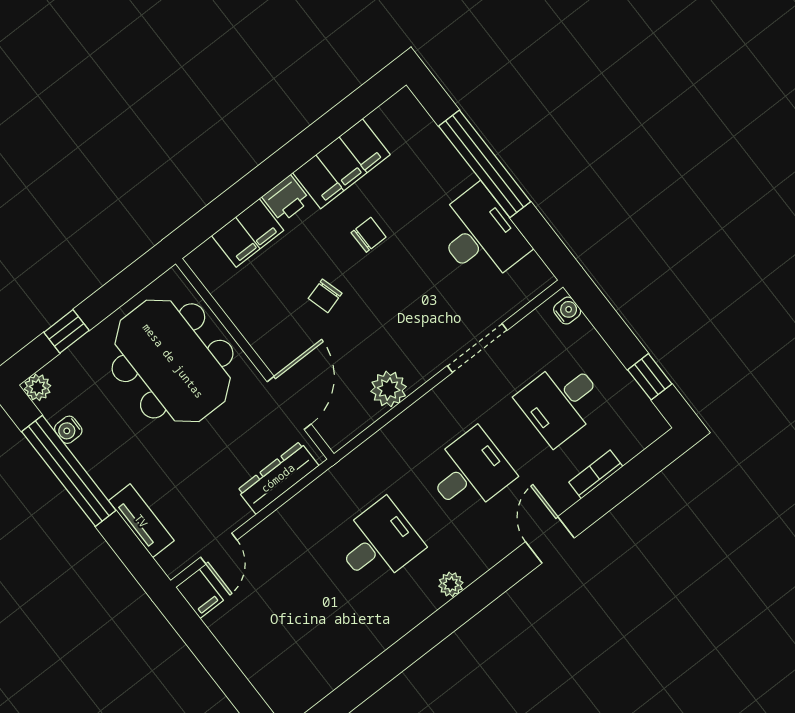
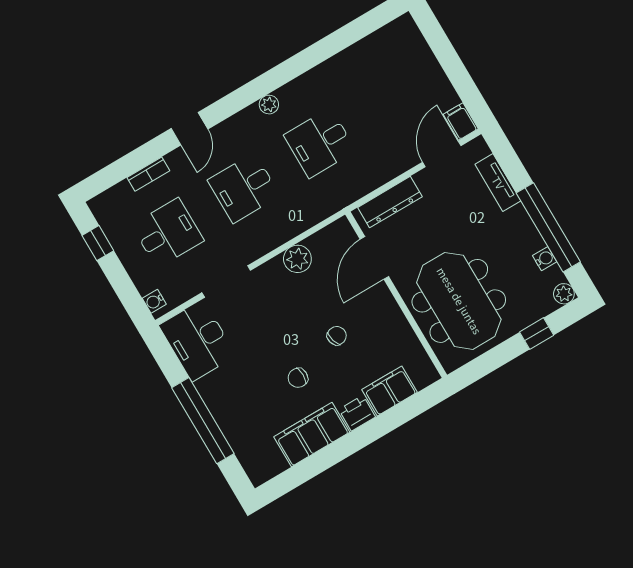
desk: (480, 235) -> (198, 341), moved
door: (219, 549) -> (442, 154), width x1.38

